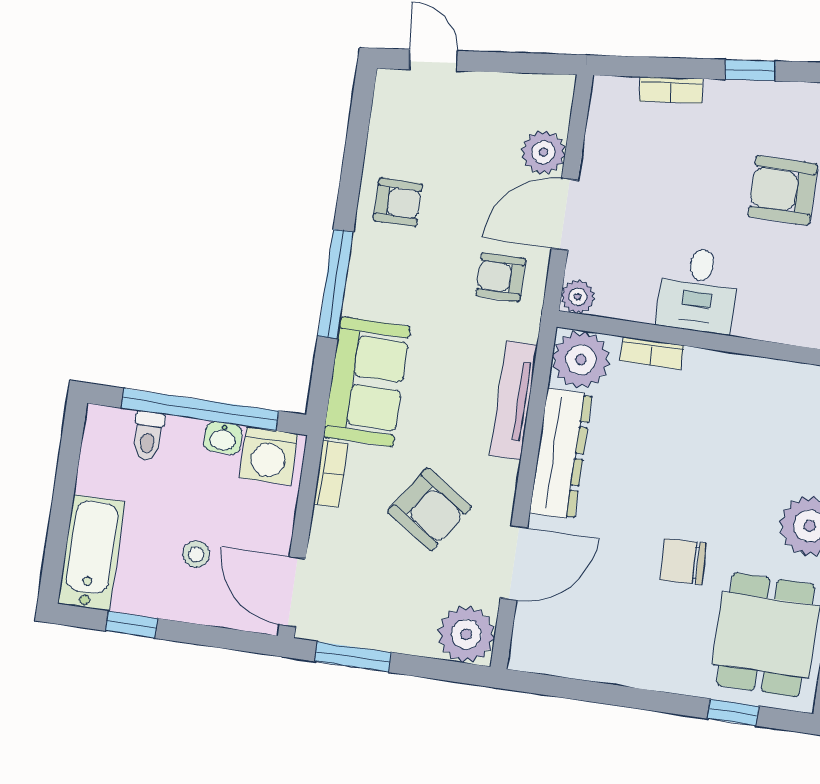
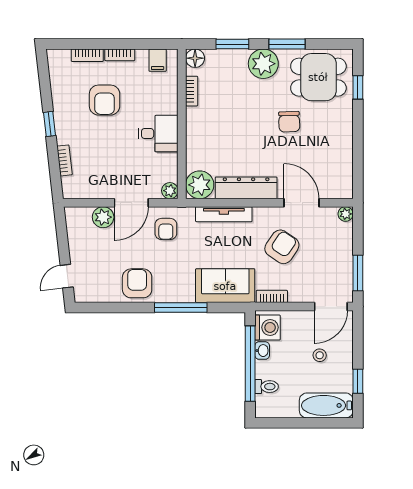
armchair: (398, 202) -> (137, 283), width x1.38, depth x1.38
door: (565, 214) -> (131, 203), hinge flipped
bookcase: (652, 353) -> (192, 91), moved
plant: (466, 634) -> (346, 214), width x0.53, depth x0.53

